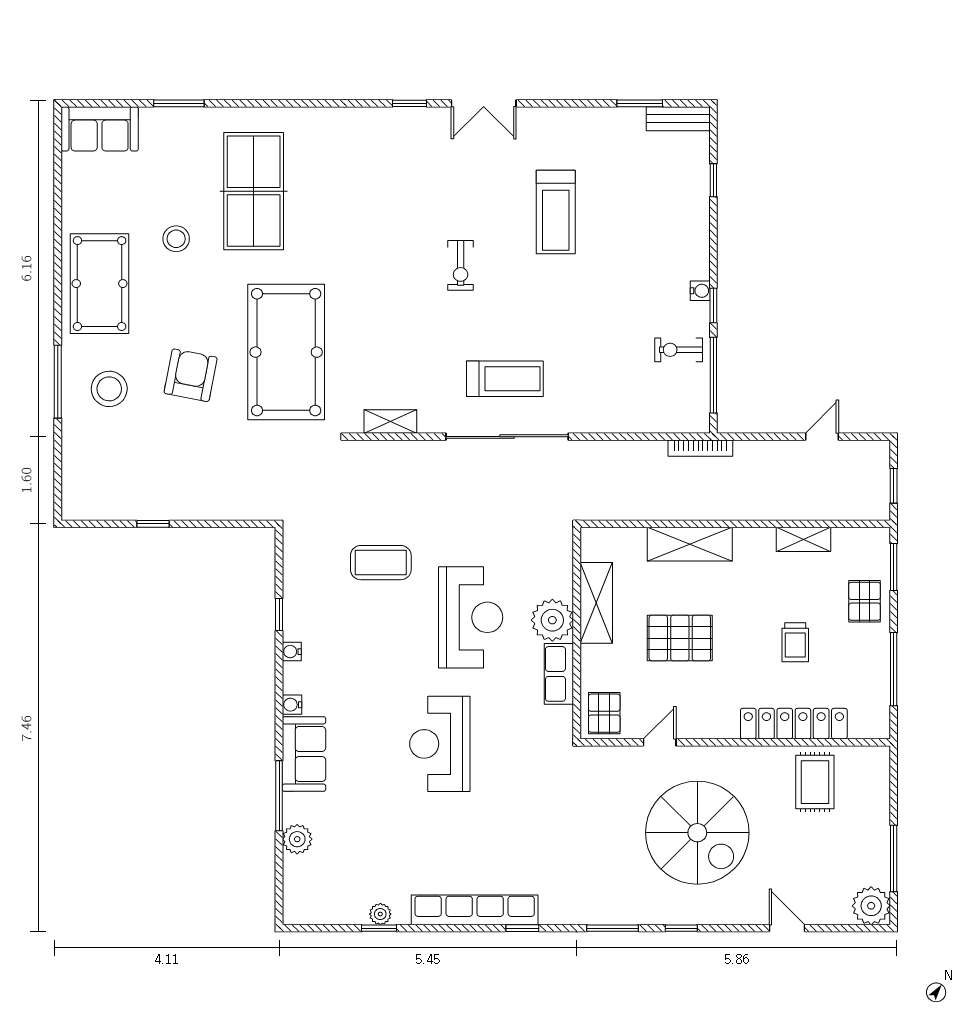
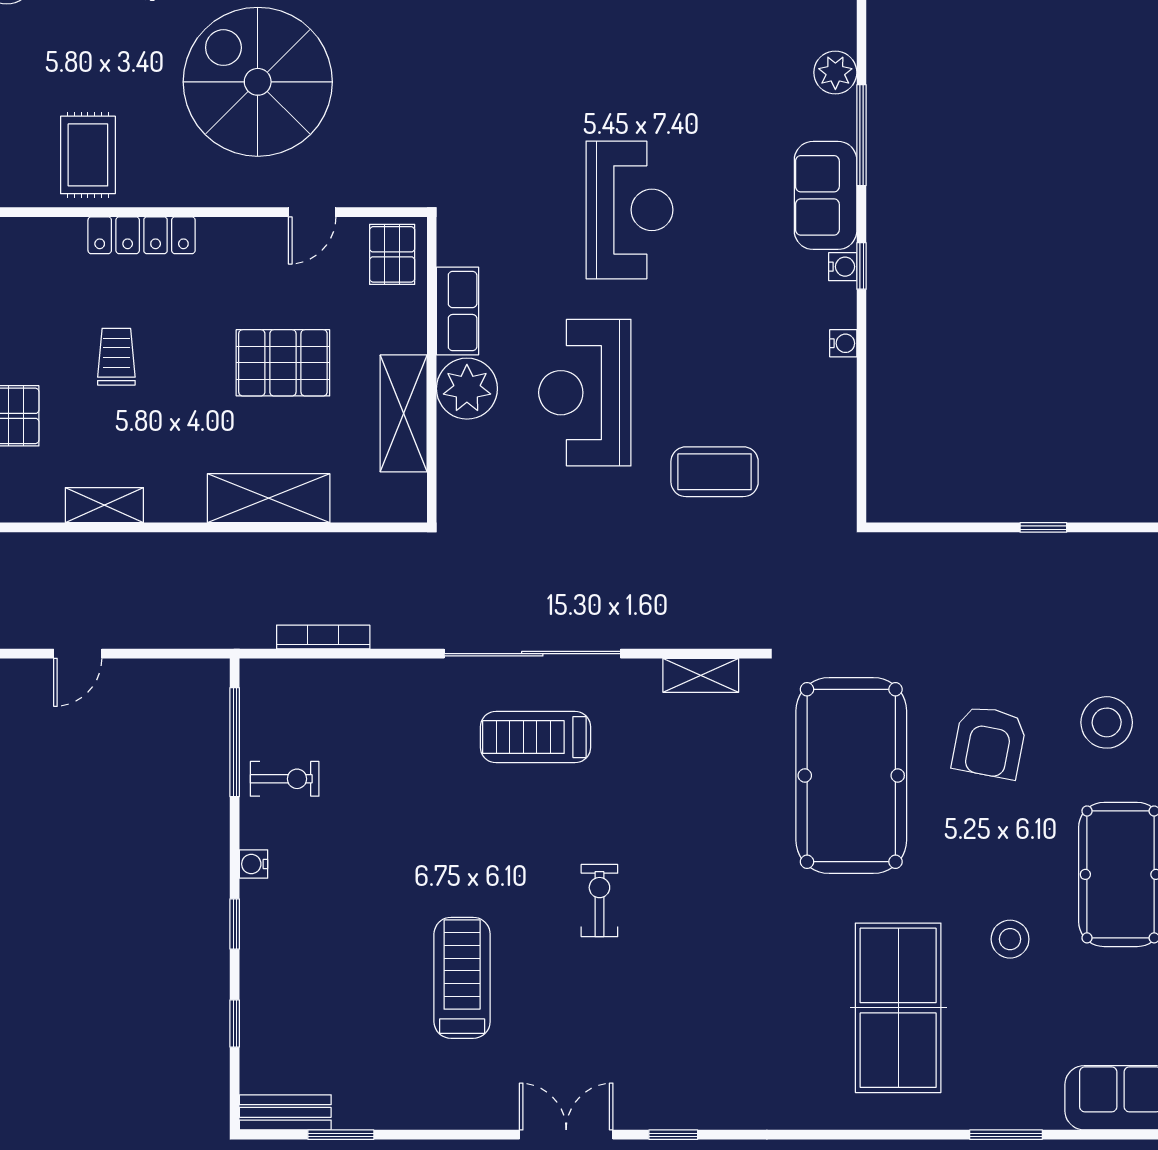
window: (713, 306) -> (235, 924), moved
bookcase: (700, 448) -> (323, 637), moved
window: (279, 615) -> (862, 266), moved
locker: (794, 724) -> (142, 235), width x0.71, depth x0.83

